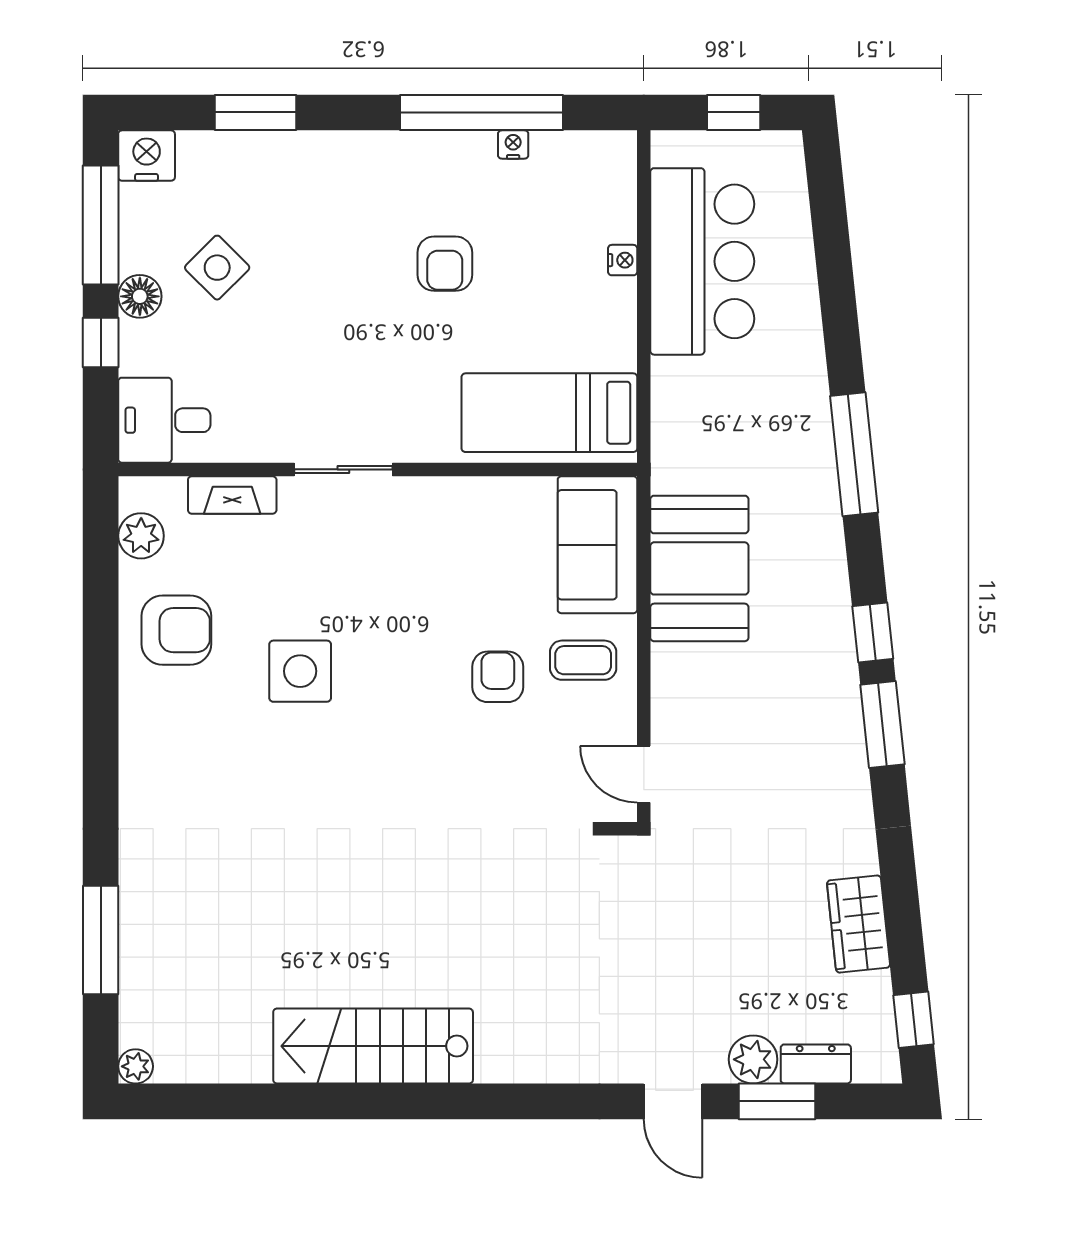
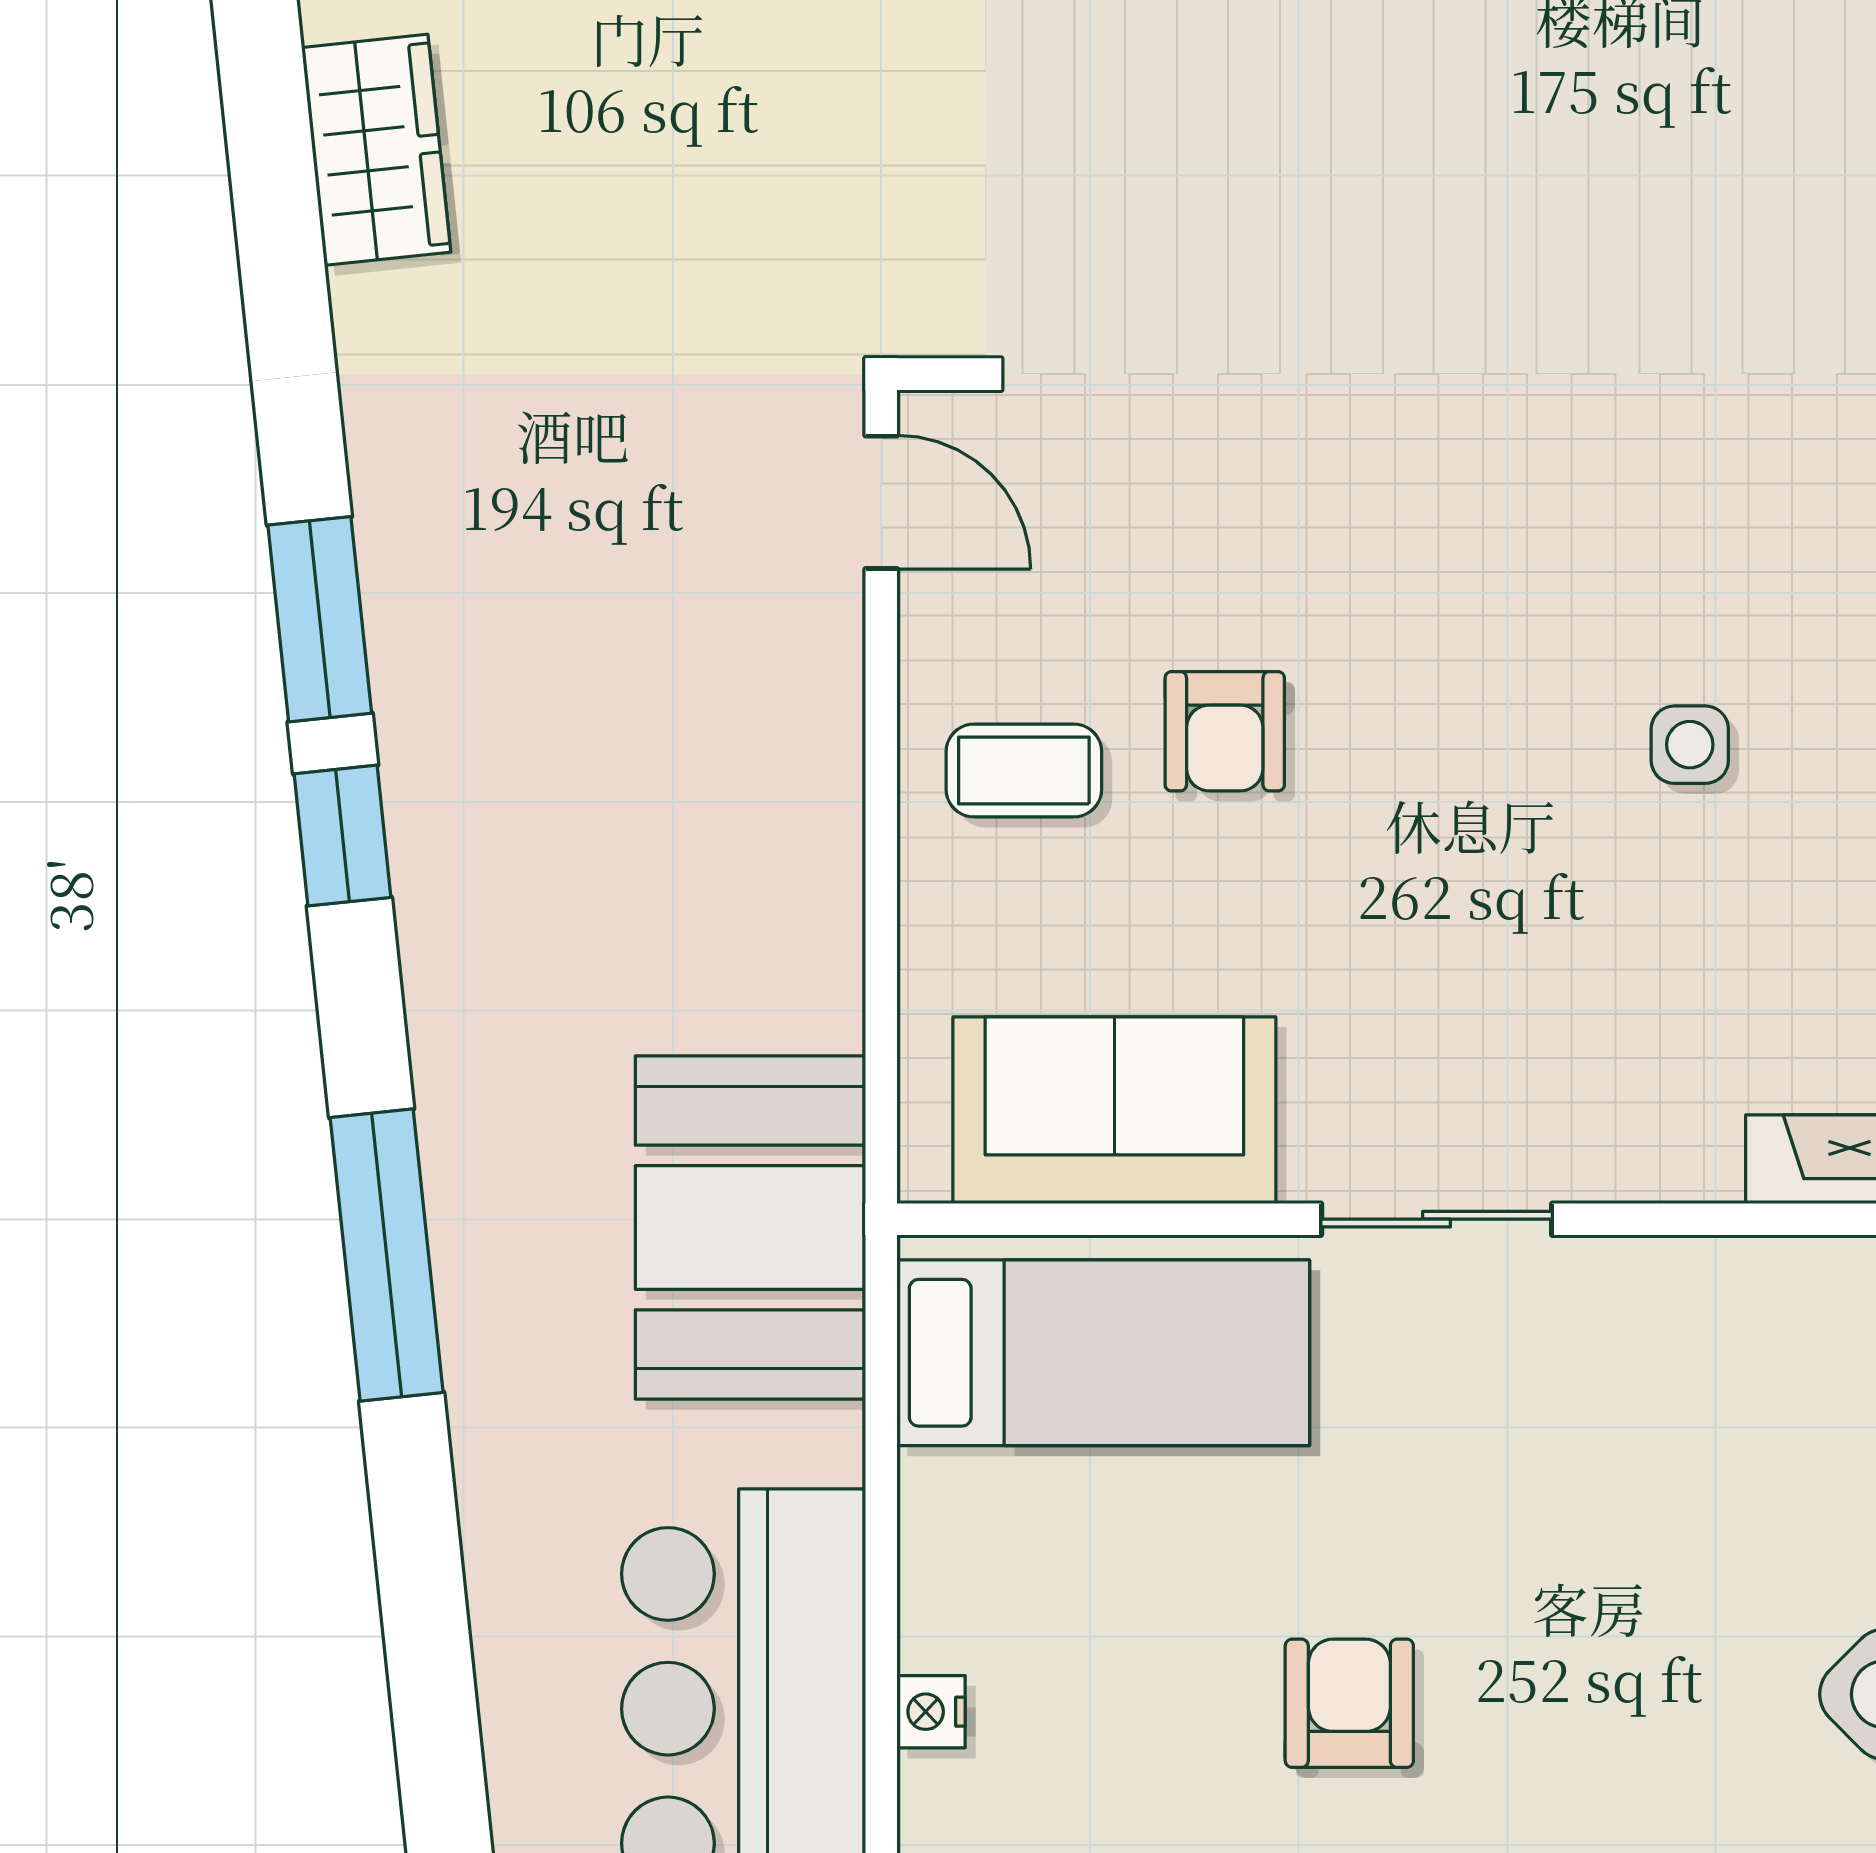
sliding door: (343, 469) -> (1437, 1219), moved
sofa: (597, 545) -> (1114, 1110), moved, turned -90
booth: (699, 568) -> (750, 1227), moved
side table: (300, 671) -> (1690, 745), width x0.54, depth x0.54

